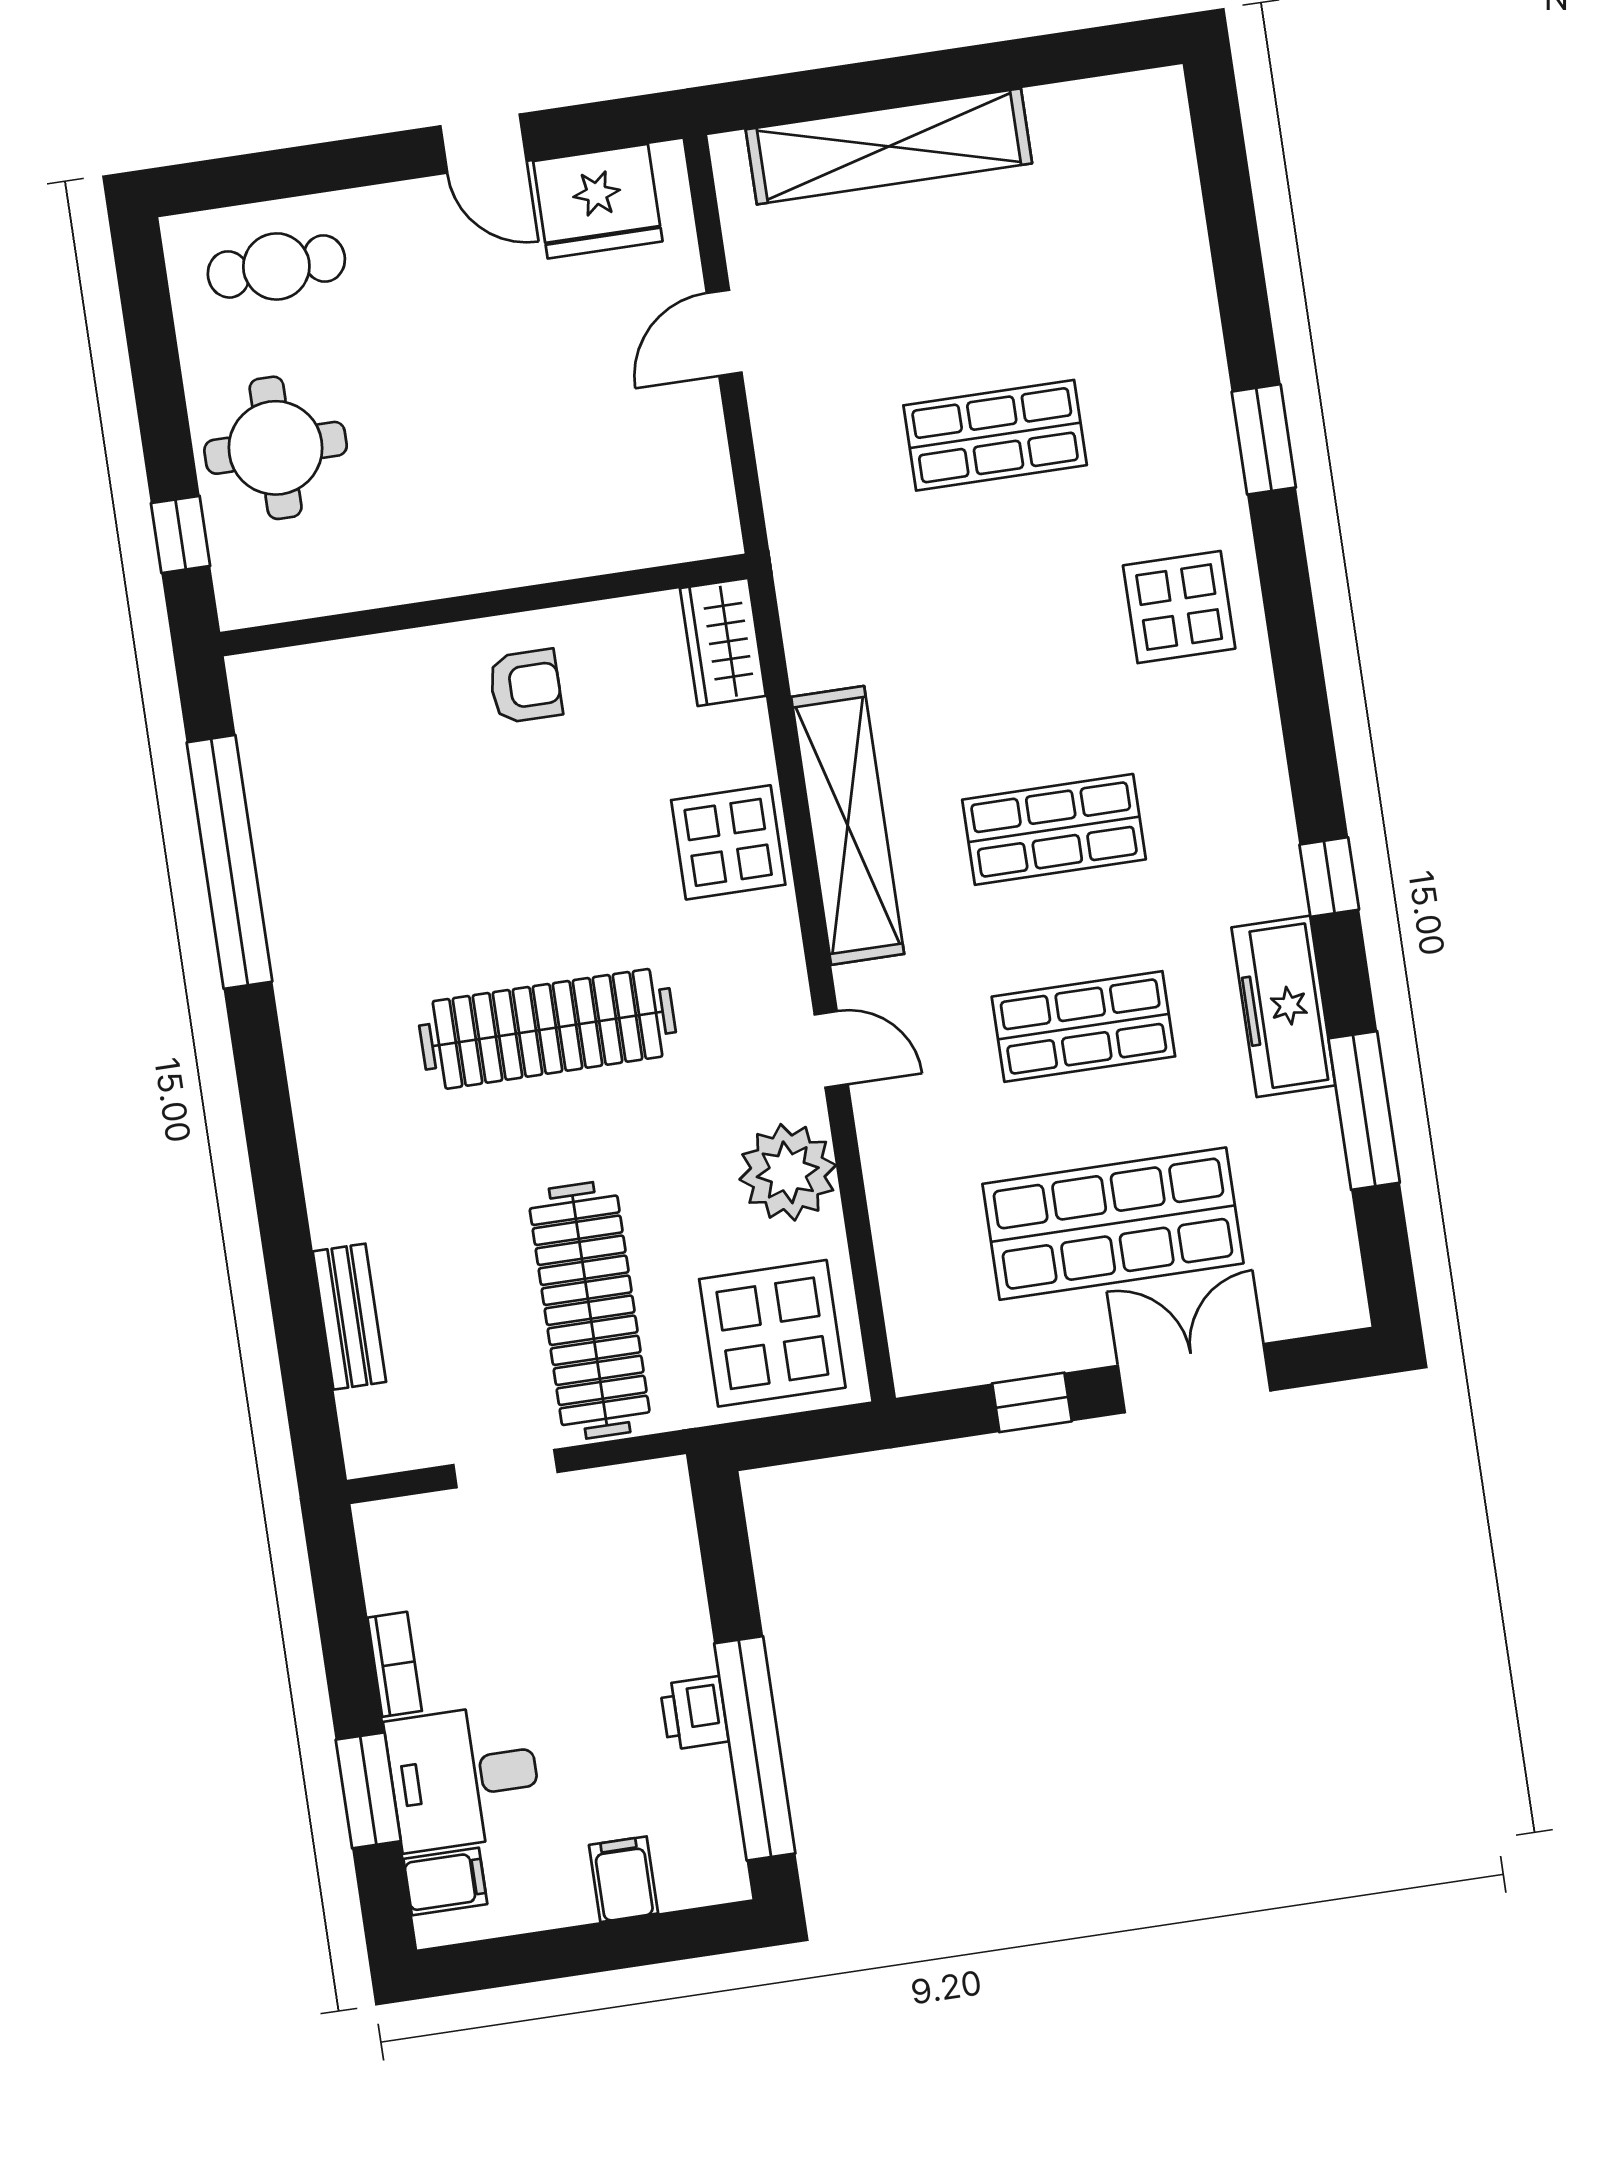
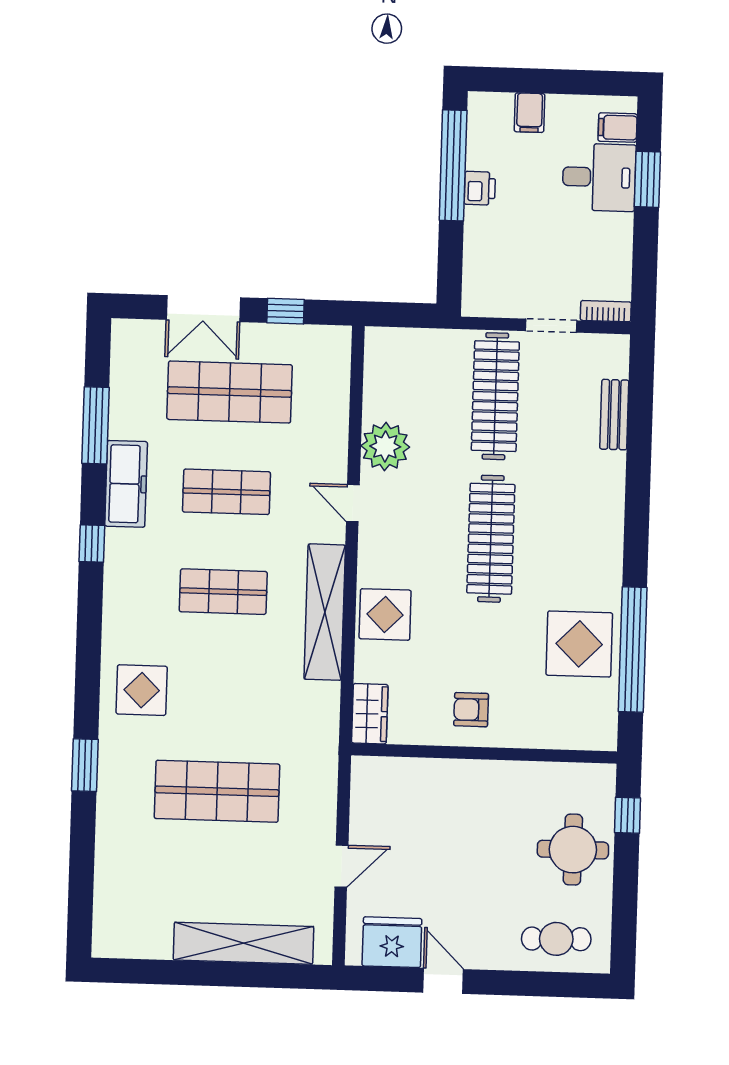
shop shelf: (995, 435) -> (217, 791), width x1.43, depth x1.36
clothes rail: (548, 1029) -> (491, 539), turned 90
display table: (772, 1333) -> (579, 644), moved
bookcase: (395, 1664) -> (606, 311), moved, turned 90

